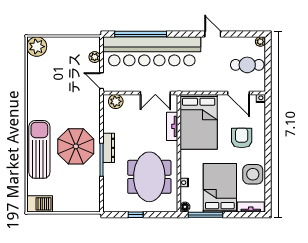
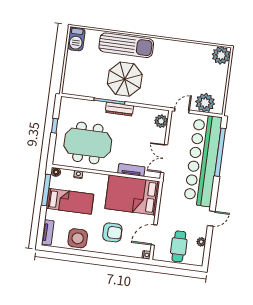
plant: (260, 42) -> (201, 242), moved
plant: (95, 57) -> (205, 103), width x1.87, depth x1.87
bed: (220, 188) -> (70, 201), width x0.67

